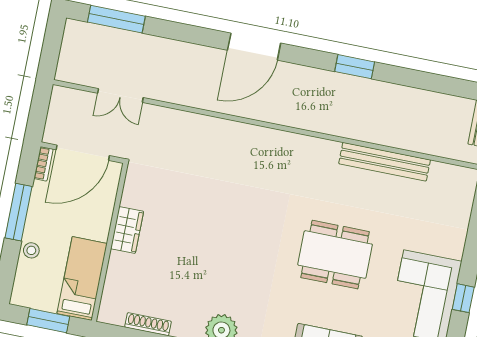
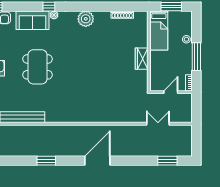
window: (116, 19) -> (167, 161), width x0.69
door: (83, 153) -> (171, 92), width x0.53
dining table: (335, 255) -> (38, 67), turned 90

